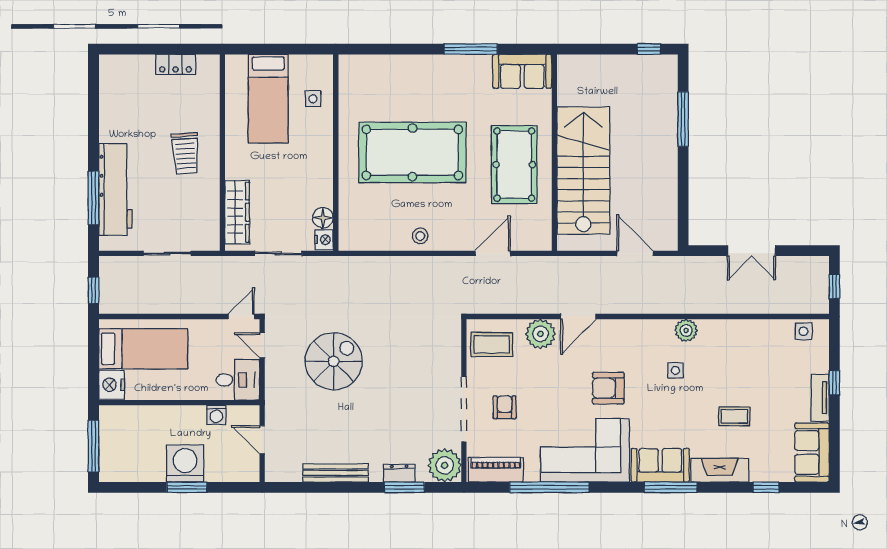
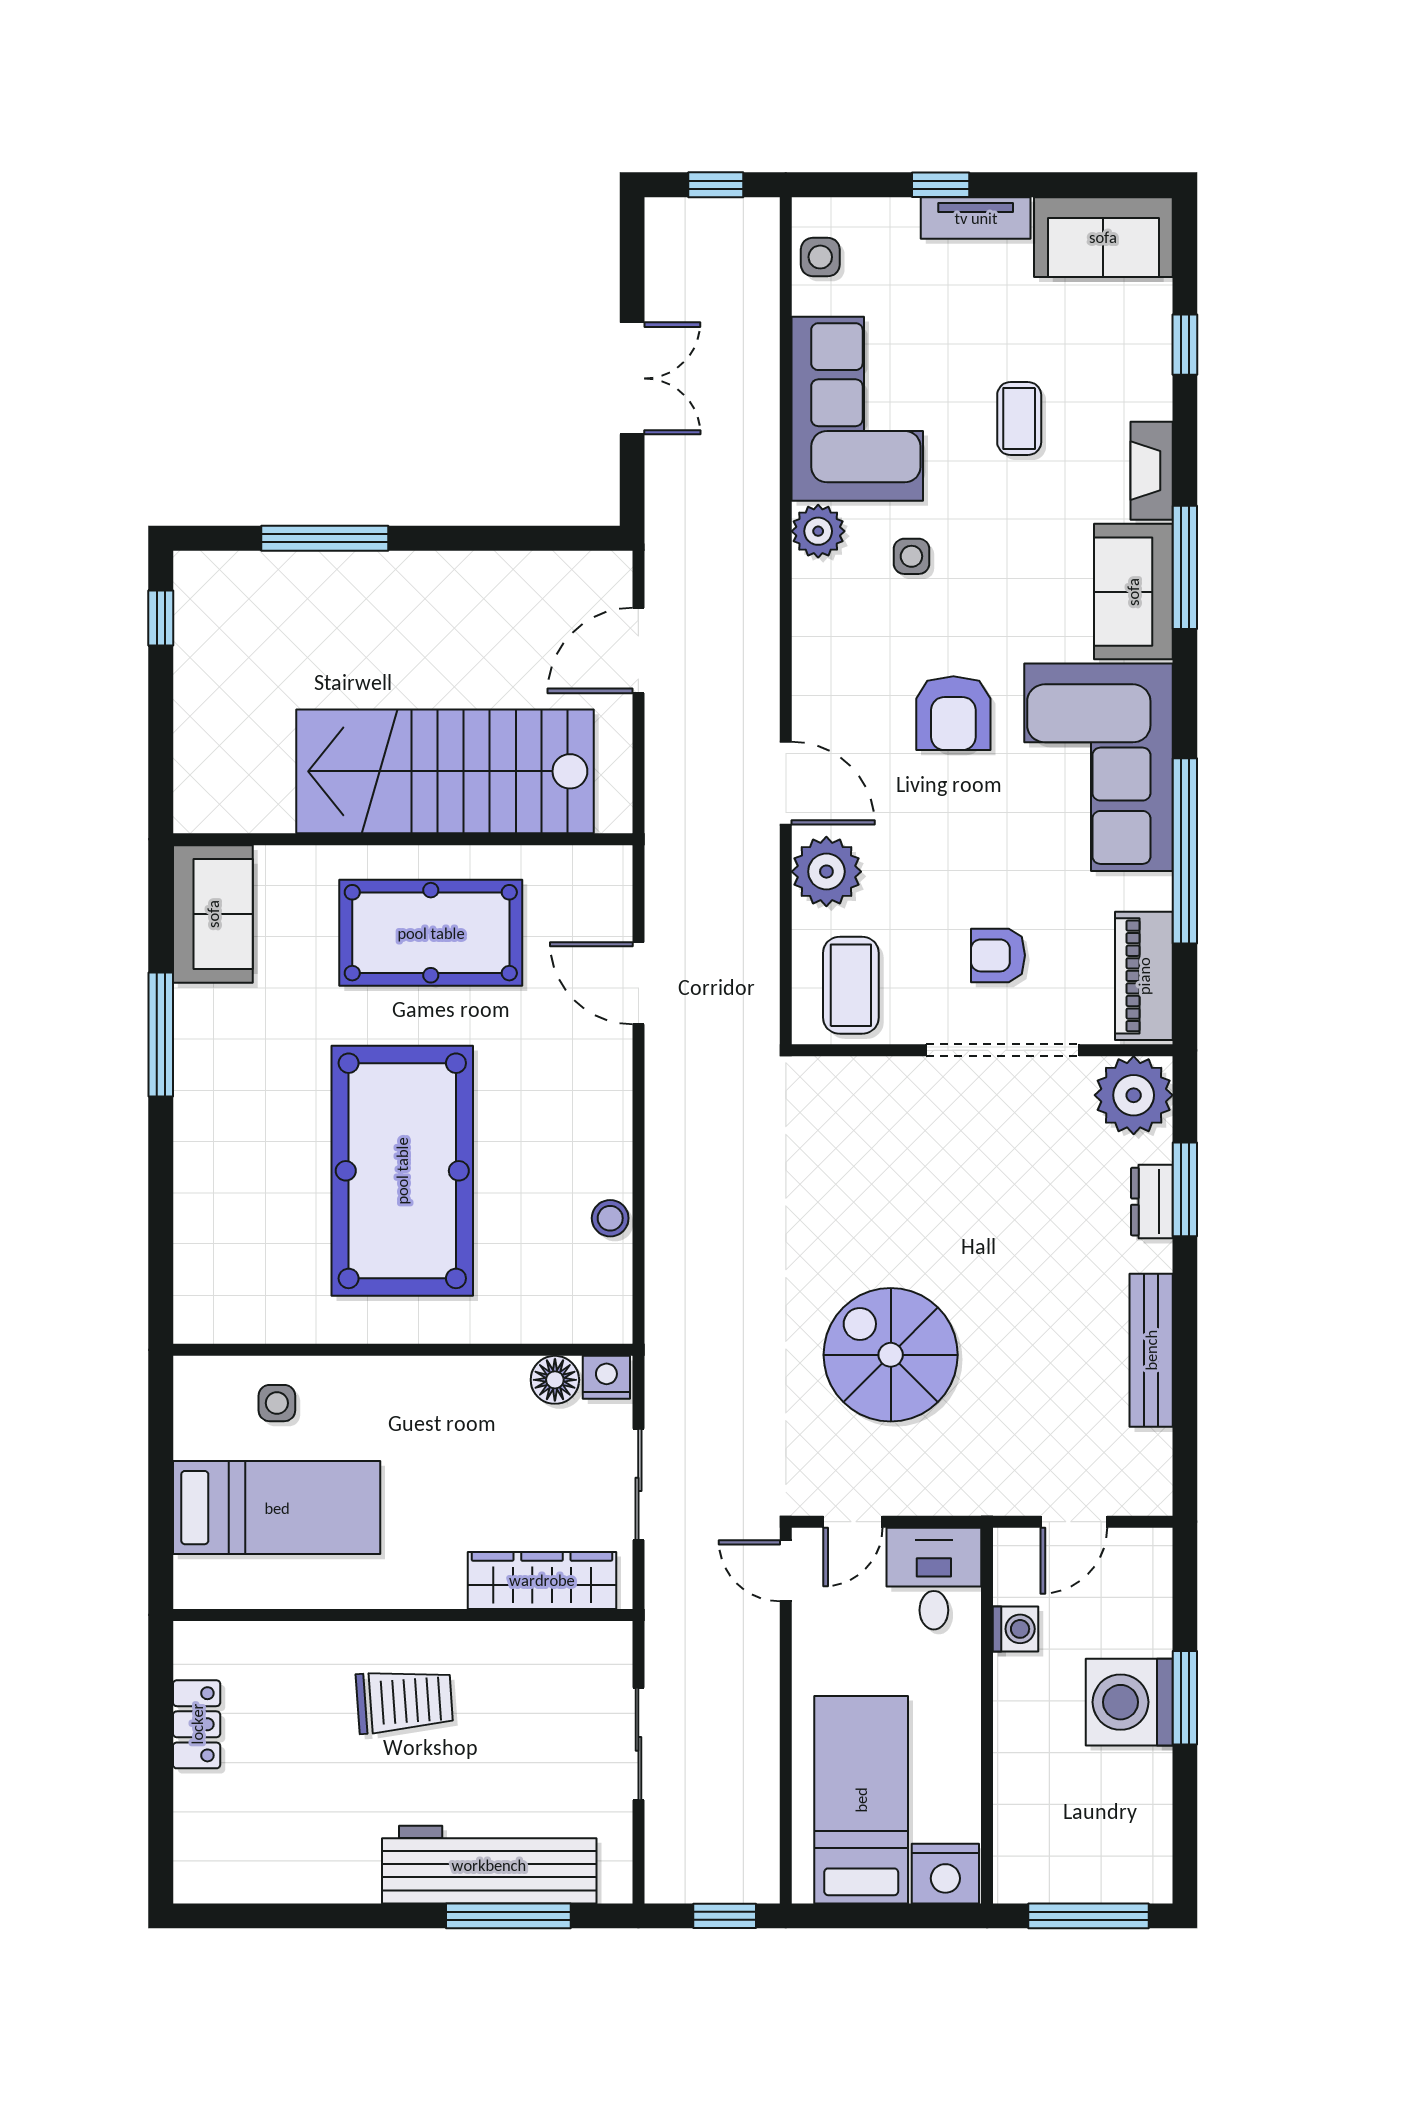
stool: (420, 236) -> (610, 1218), moved
corner sofa: (739, 347) -> (857, 409), added
fireplace: (720, 470) -> (1152, 471), width x0.73, depth x0.76

